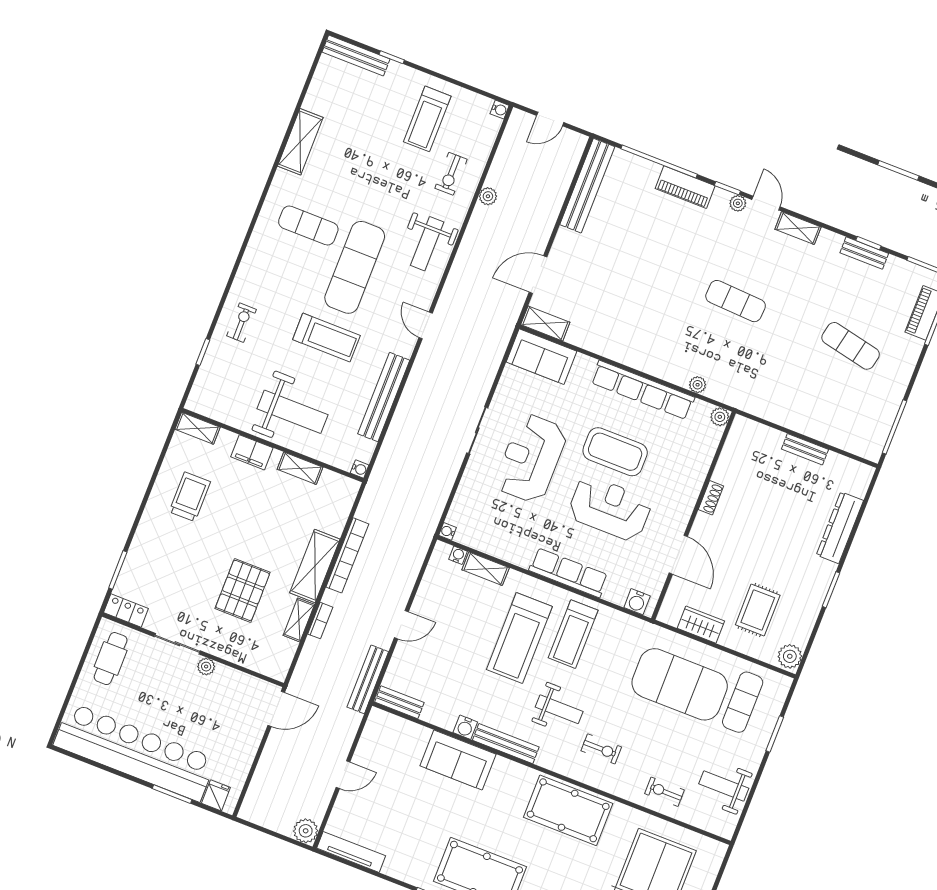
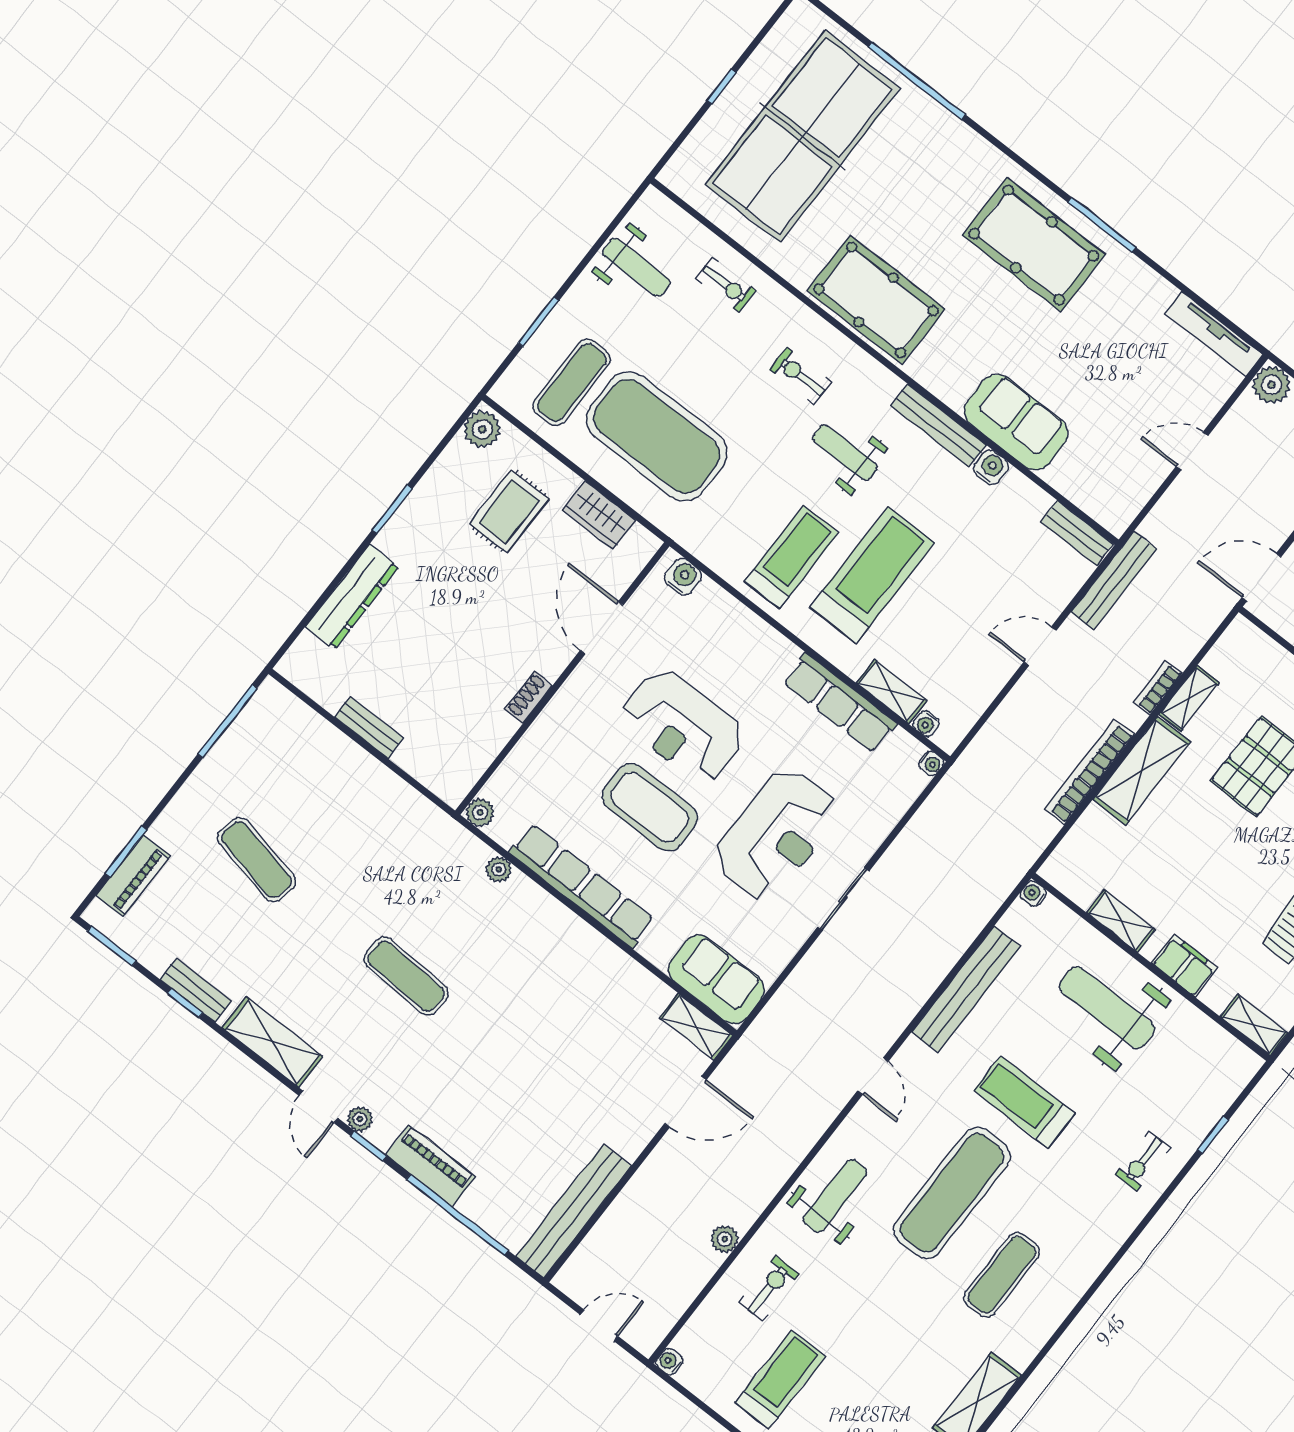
exercise mat: (308, 225) -> (1002, 1275), turned 90
shelving: (798, 228) -> (272, 1042), width x1.50, depth x1.33
row of seats: (568, 573) -> (840, 703), moved

